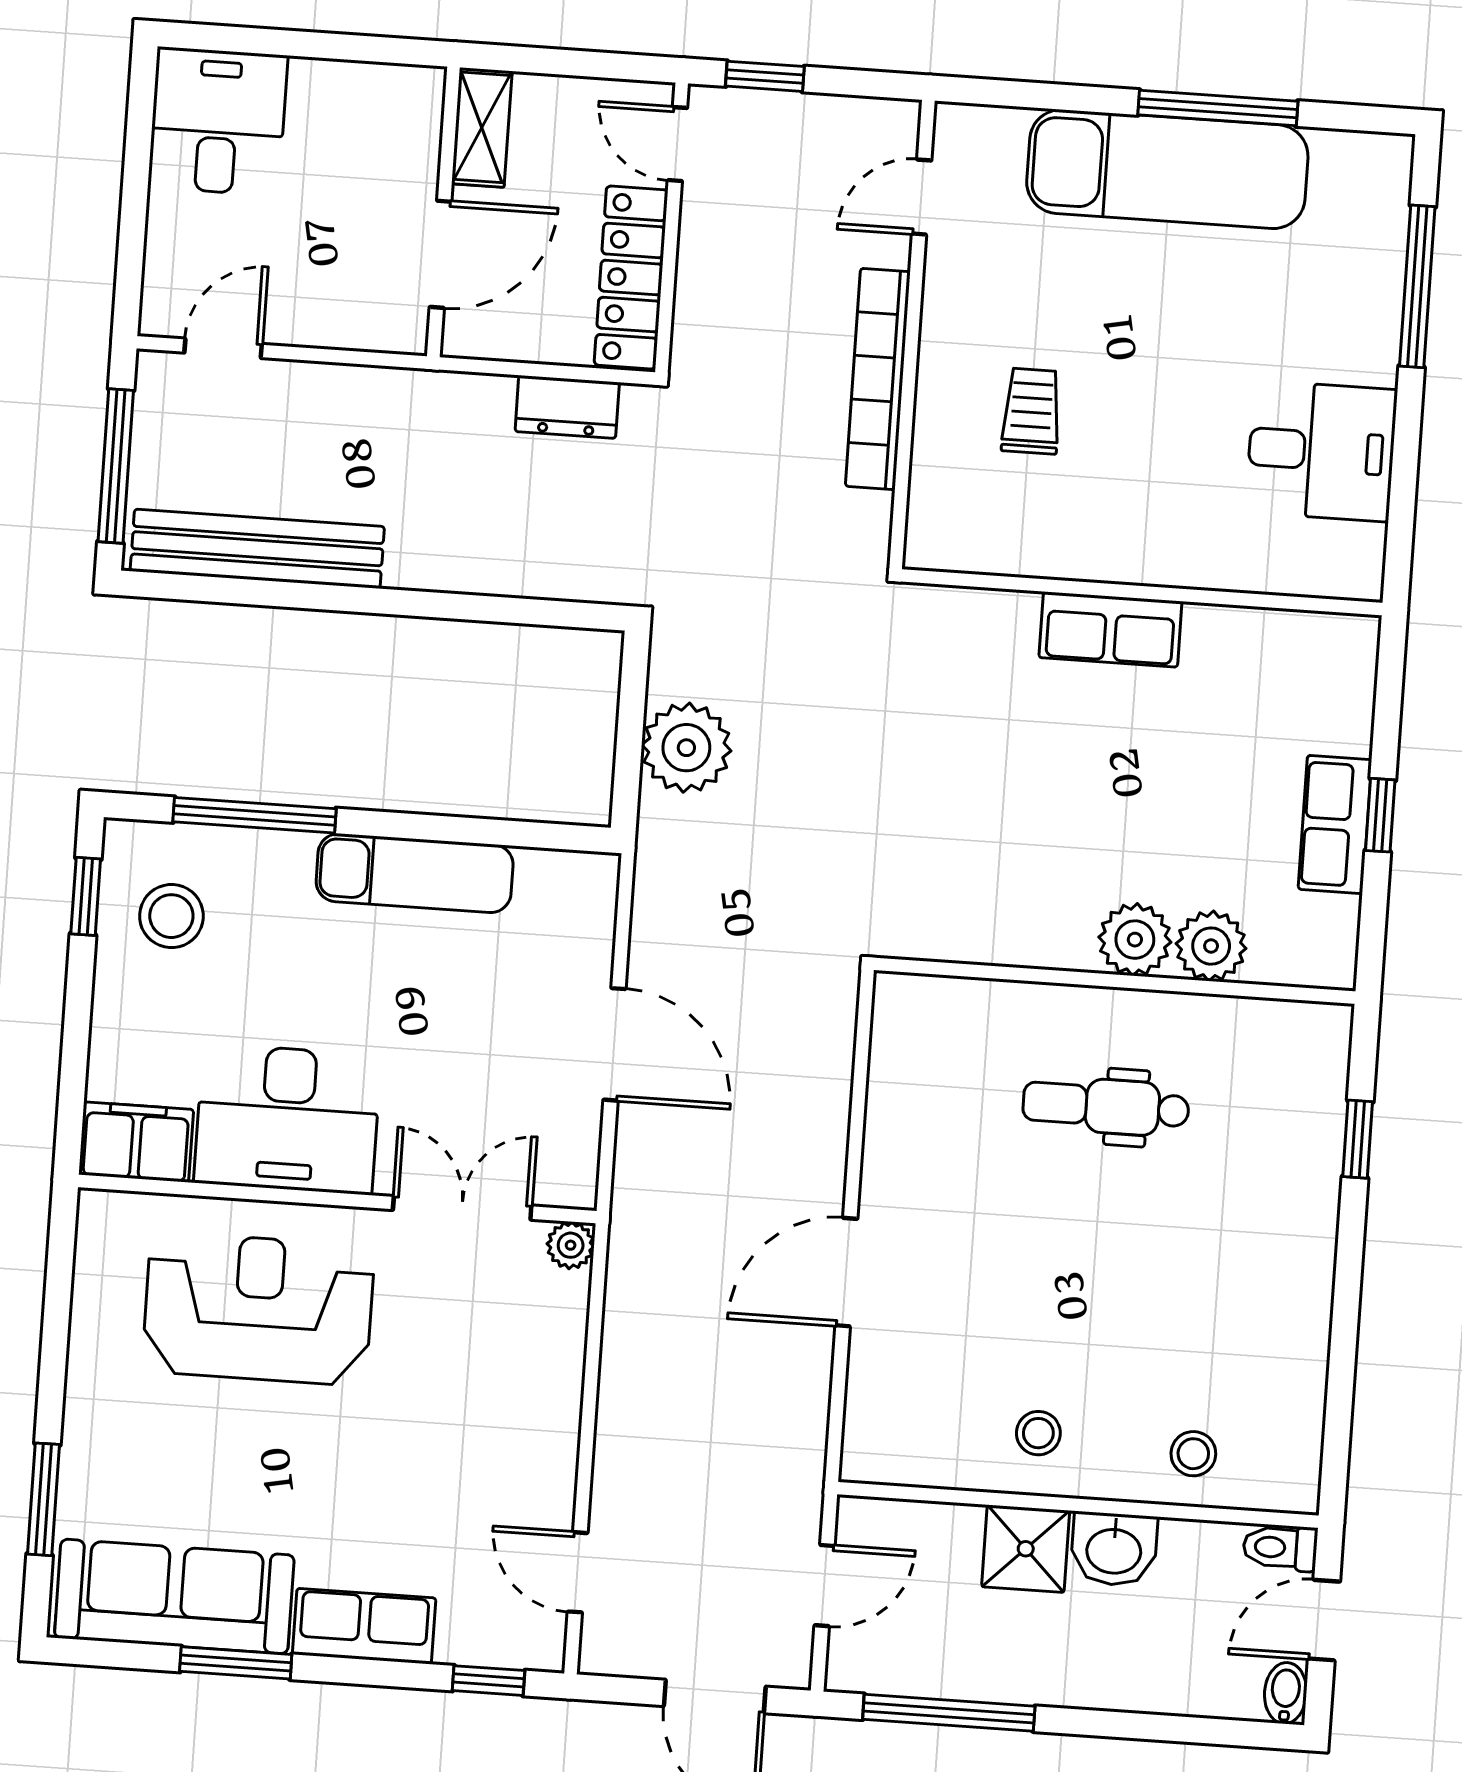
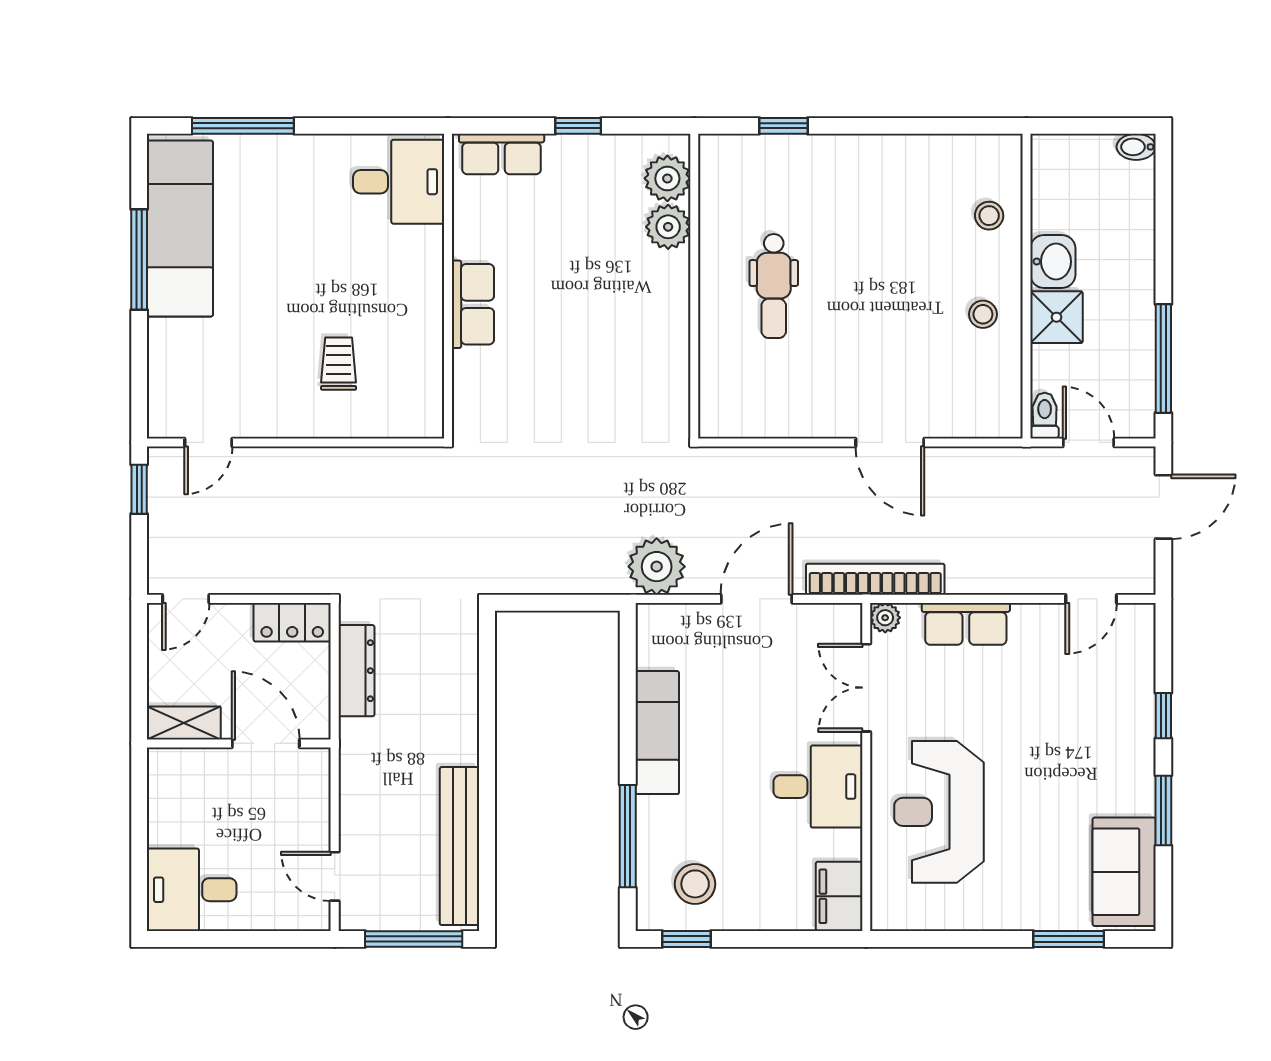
window: (765, 76) -> (139, 489), moved
exam couch: (1167, 169) -> (180, 228), moved
door: (922, 197) -> (208, 442), hinge flipped
locker: (631, 278) -> (292, 622), width x0.66
bookcase: (878, 379) -> (875, 579), moved, turned 180
dresser: (567, 407) -> (356, 671), width x1.44
trolley: (1031, 411) -> (339, 364), turned 90
desk: (1321, 451) -> (399, 182), moved, turned 90
plant: (686, 748) -> (657, 567), moved
row of seats: (1335, 824) -> (502, 154), moved
plant: (1135, 940) -> (667, 178), moved
desk: (287, 1119) -> (818, 787), width x0.73
toilet: (1280, 1548) -> (1045, 416), moved, turned 180
sofa: (174, 1596) -> (1124, 872), width x0.73
door: (1324, 1620) -> (1088, 126), removed
row of seats: (364, 1626) -> (966, 624), moved, turned -90
window: (489, 1681) -> (1163, 716), moved

